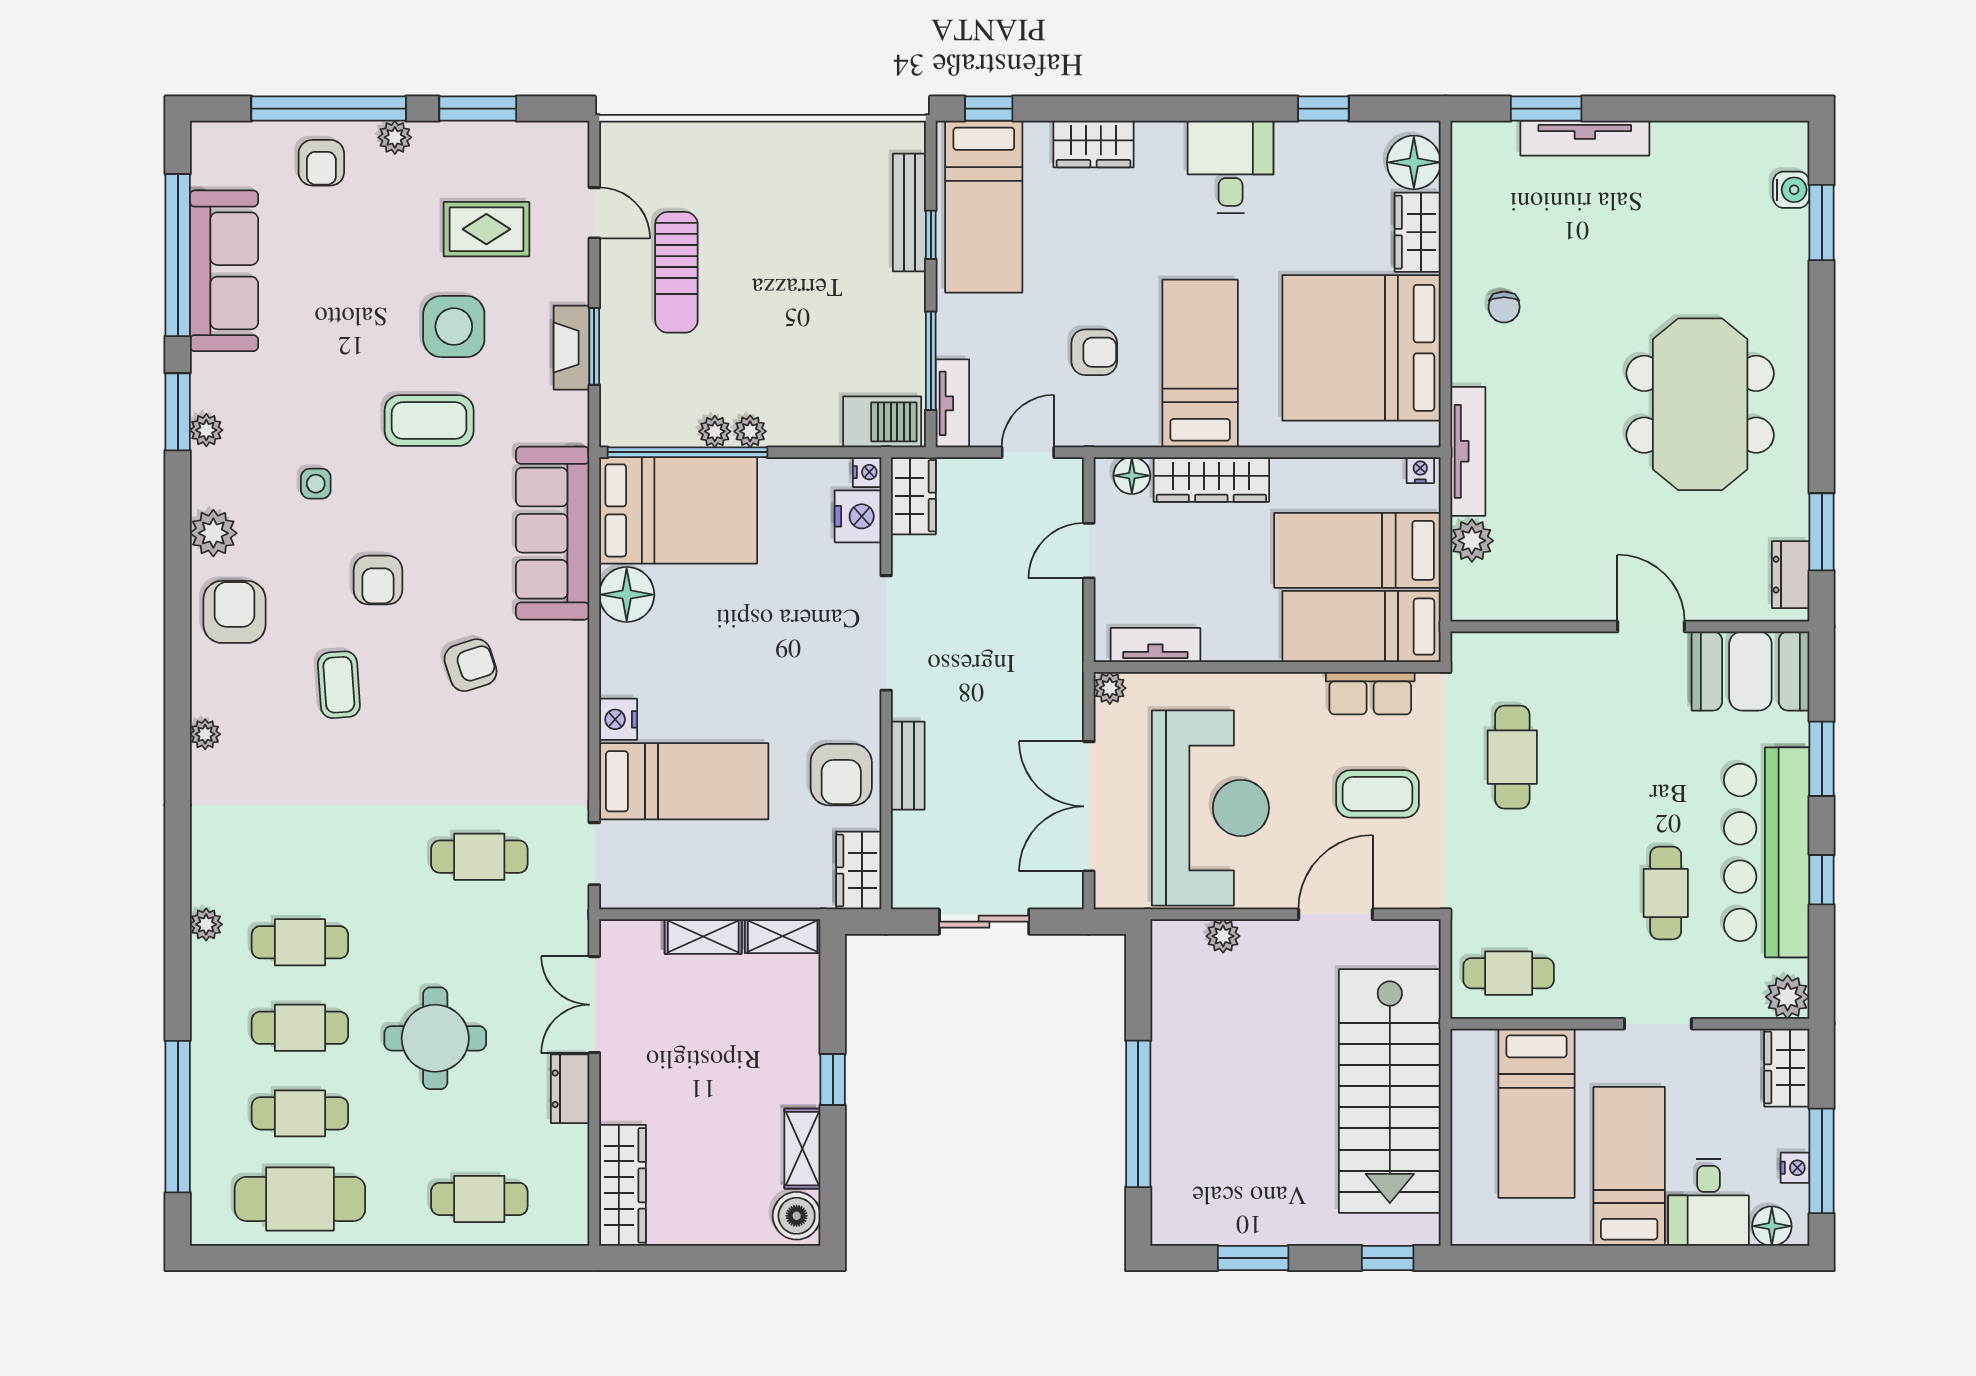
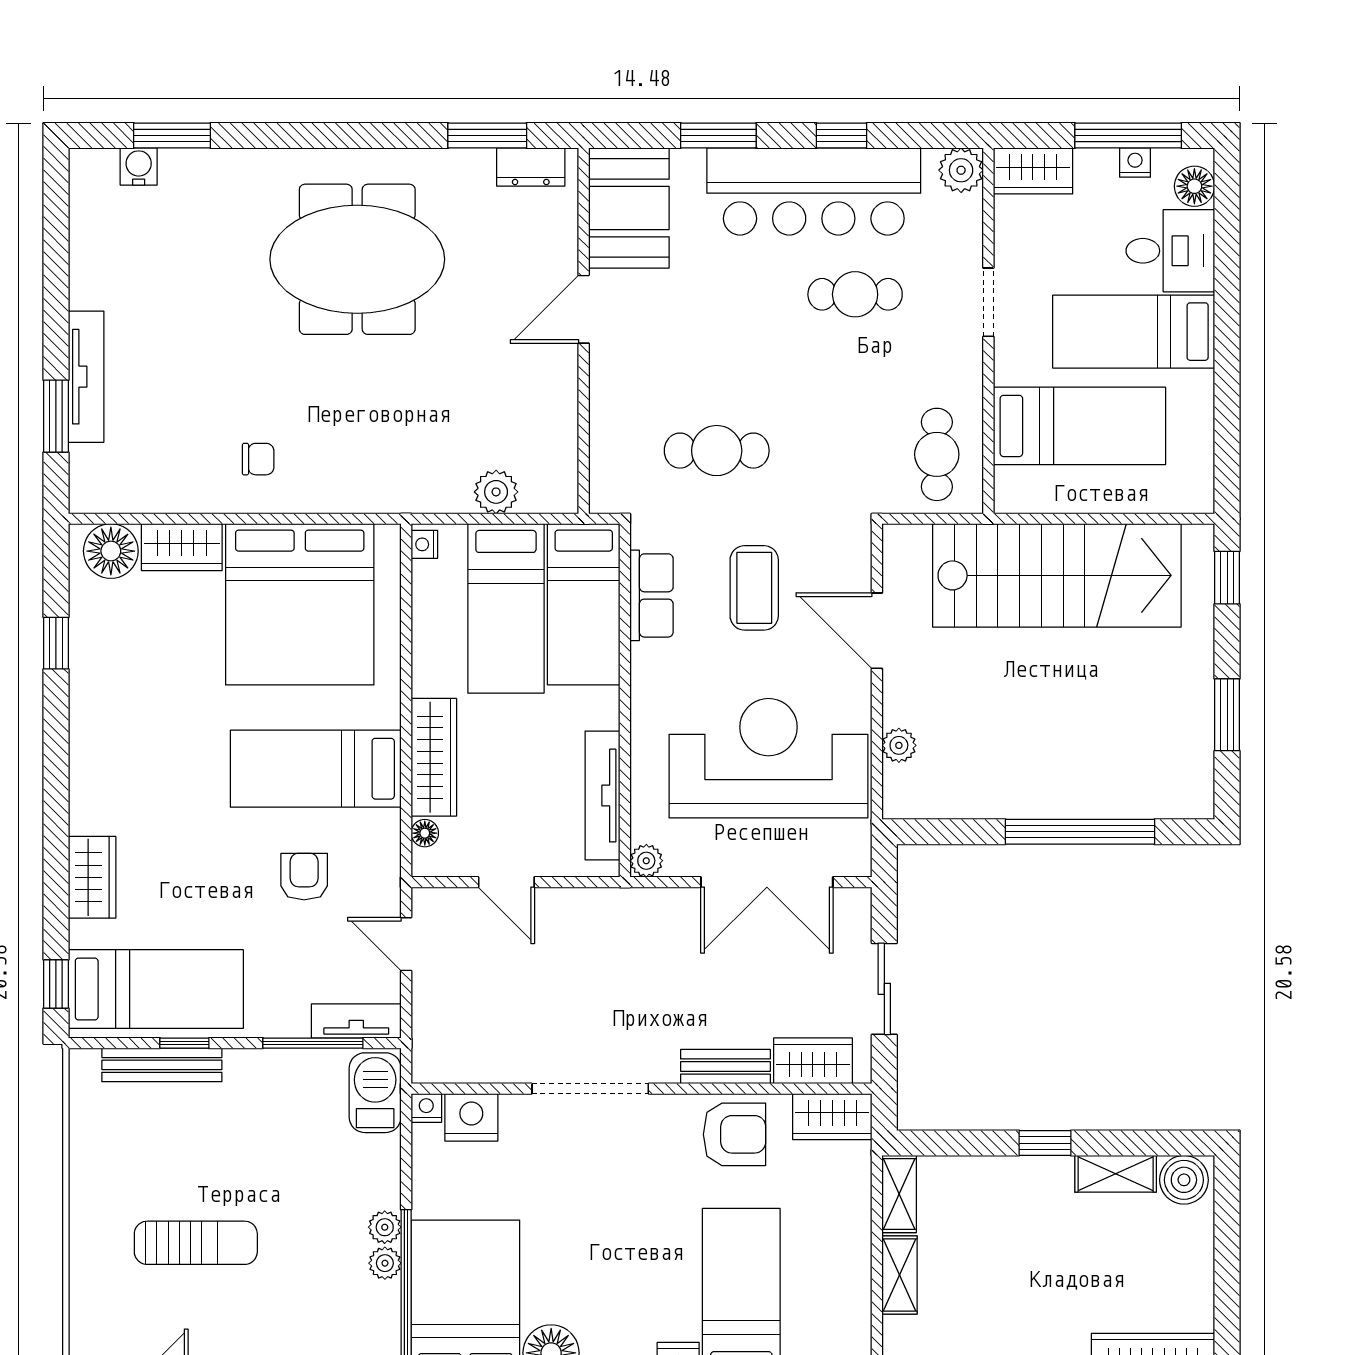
desk: (1231, 167) -> (115, 738), removed
sun lounger: (676, 272) -> (196, 1243), moved
tv unit: (1468, 451) -> (405, 496), removed
floor lamp: (1132, 476) -> (425, 833), width x0.73, depth x0.73
wardrobe: (913, 496) -> (813, 1061), moved
tv unit: (1155, 645) -> (603, 796), width x1.41

